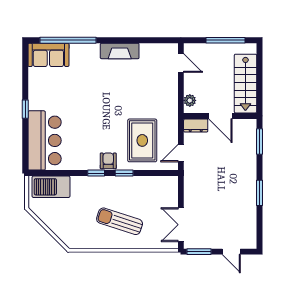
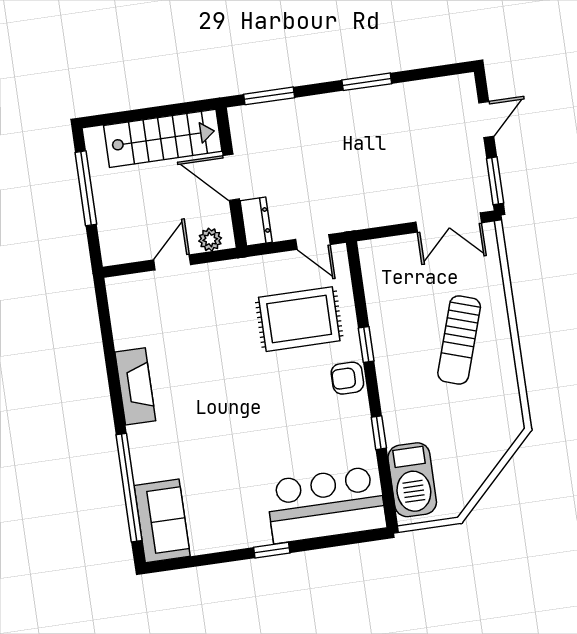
door: (181, 63) -> (172, 262), moved
door: (220, 116) -> (231, 177), swing flipped
window: (96, 173) -> (379, 433), moved

